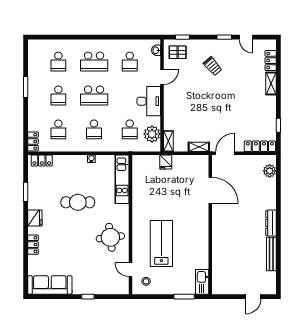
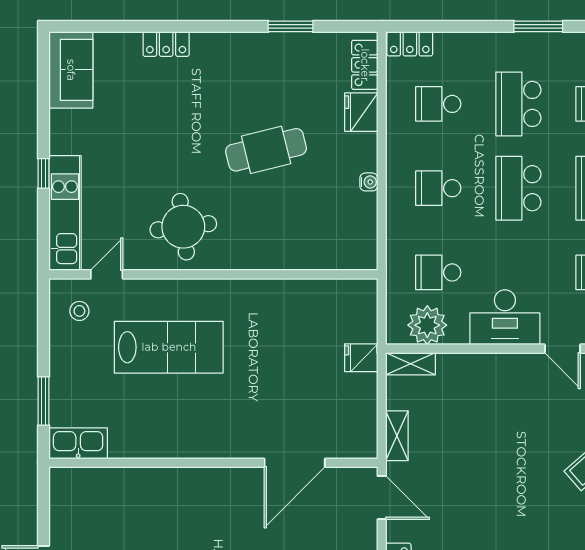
school desk: (58, 95) -> (518, 104), width x1.85
kitchen unit: (122, 179) -> (65, 213), moved, turned 90
cafe table: (78, 202) -> (266, 150), turned 76
fridge: (35, 218) -> (361, 112), moved, turned 90
sofa: (50, 285) -> (71, 70), width x0.73

